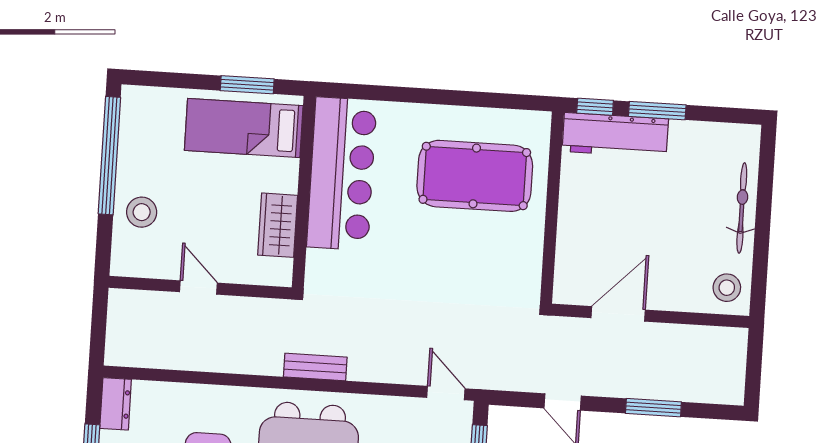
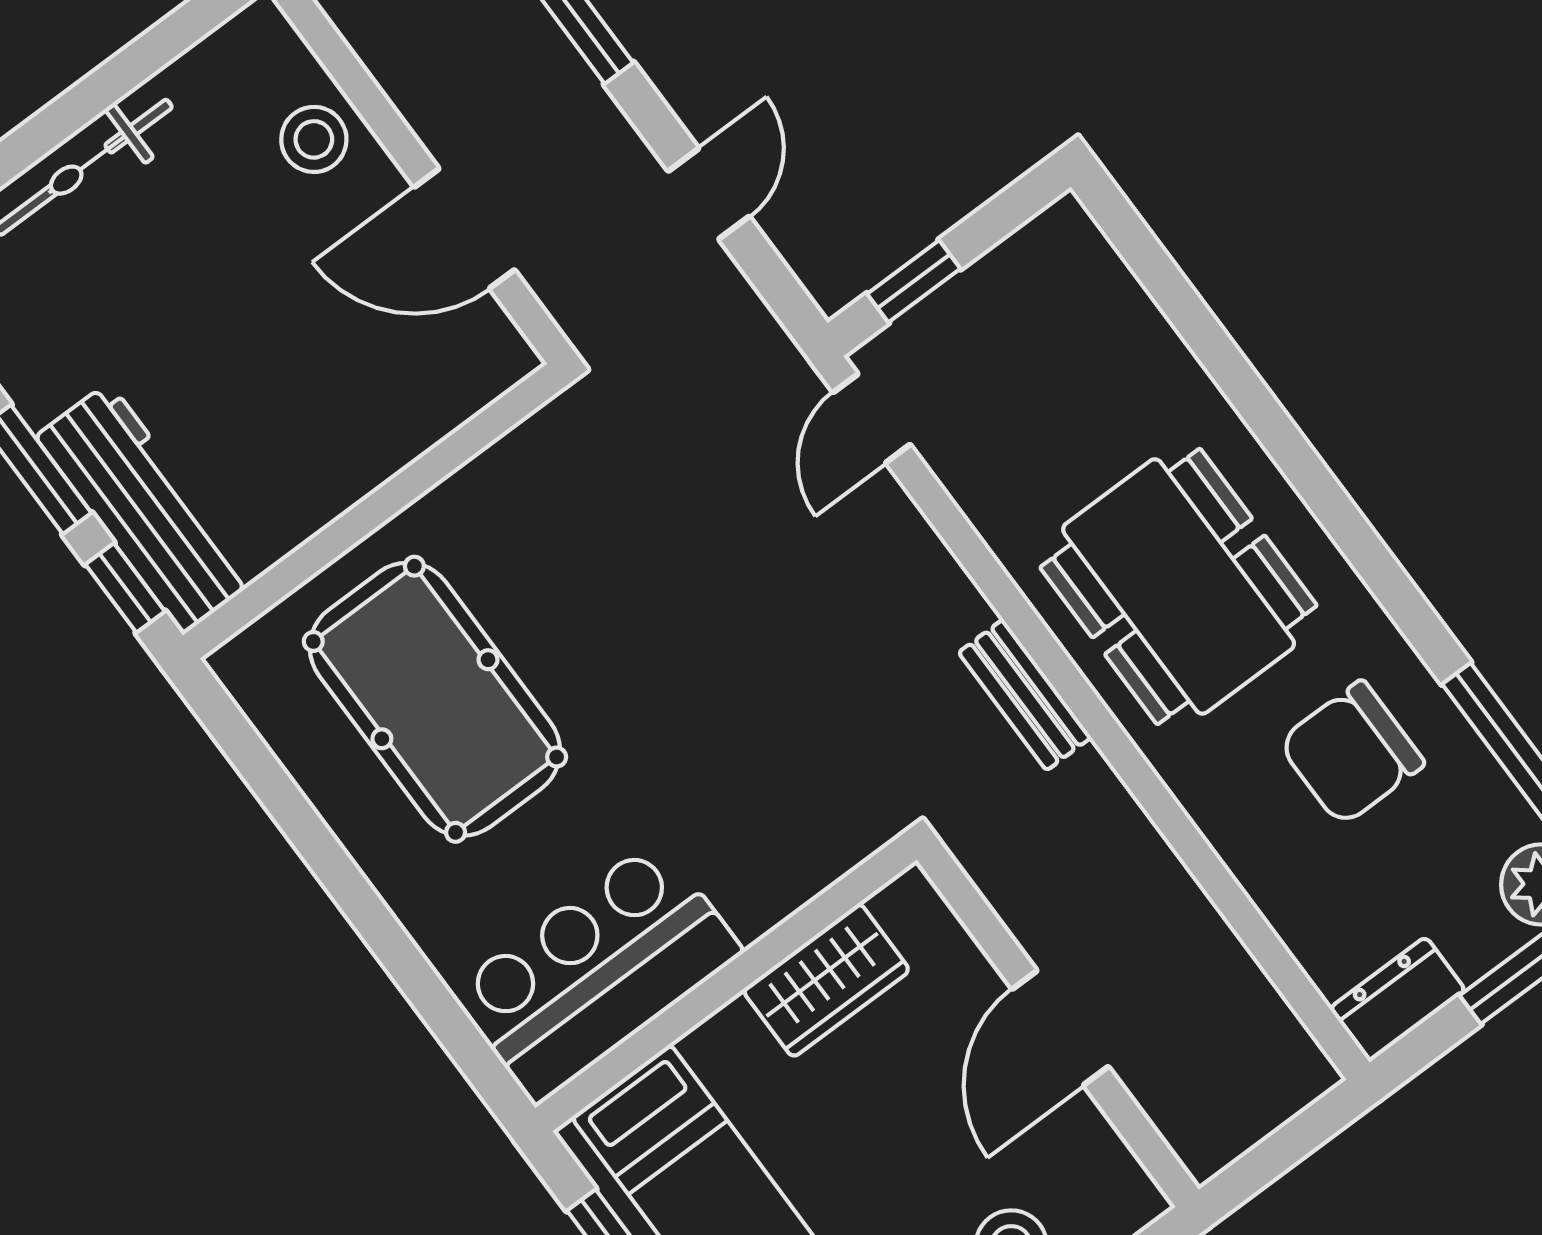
bar counter: (342, 174) -> (597, 972), width x0.73
door: (198, 287) -> (1060, 1028), width x1.38
stool: (727, 288) -> (314, 139), moved

